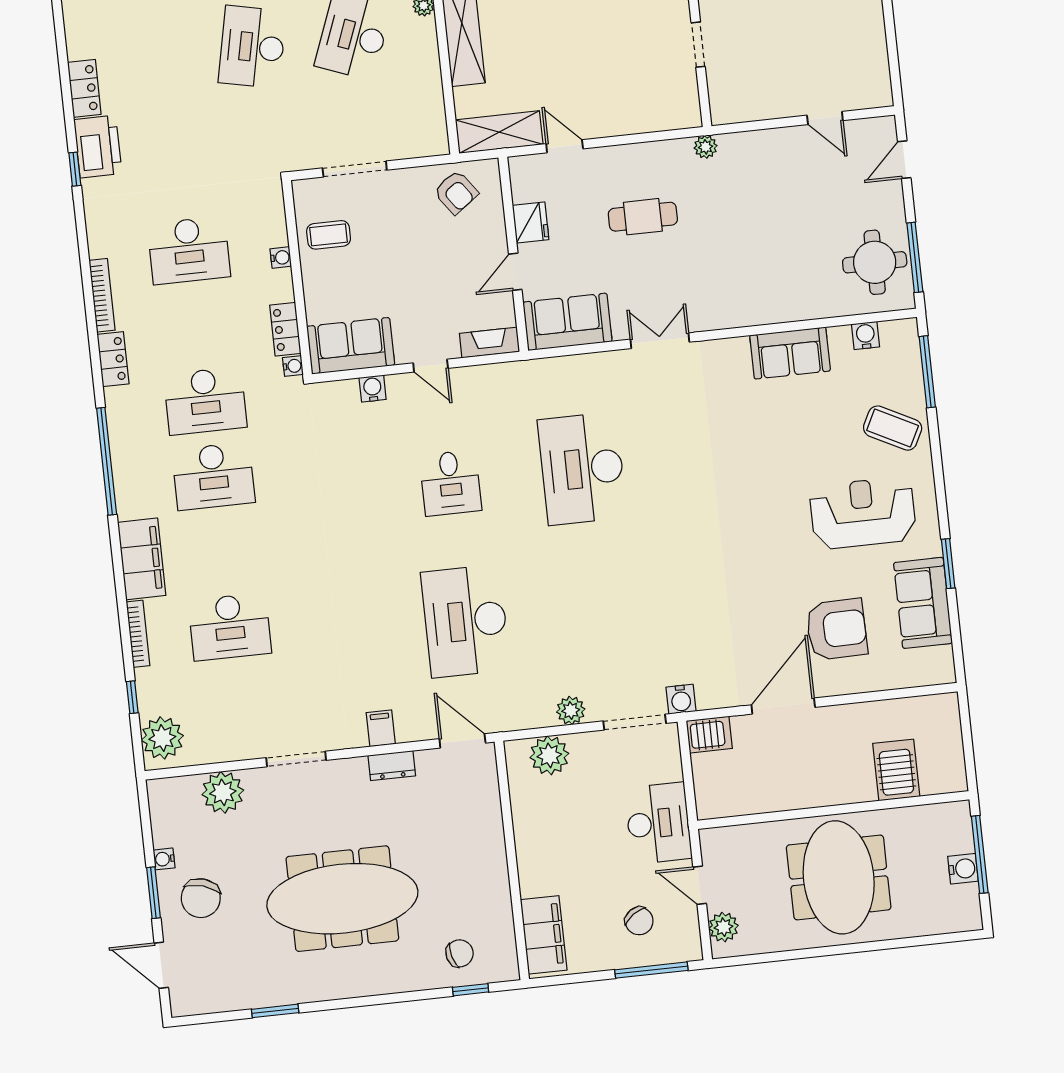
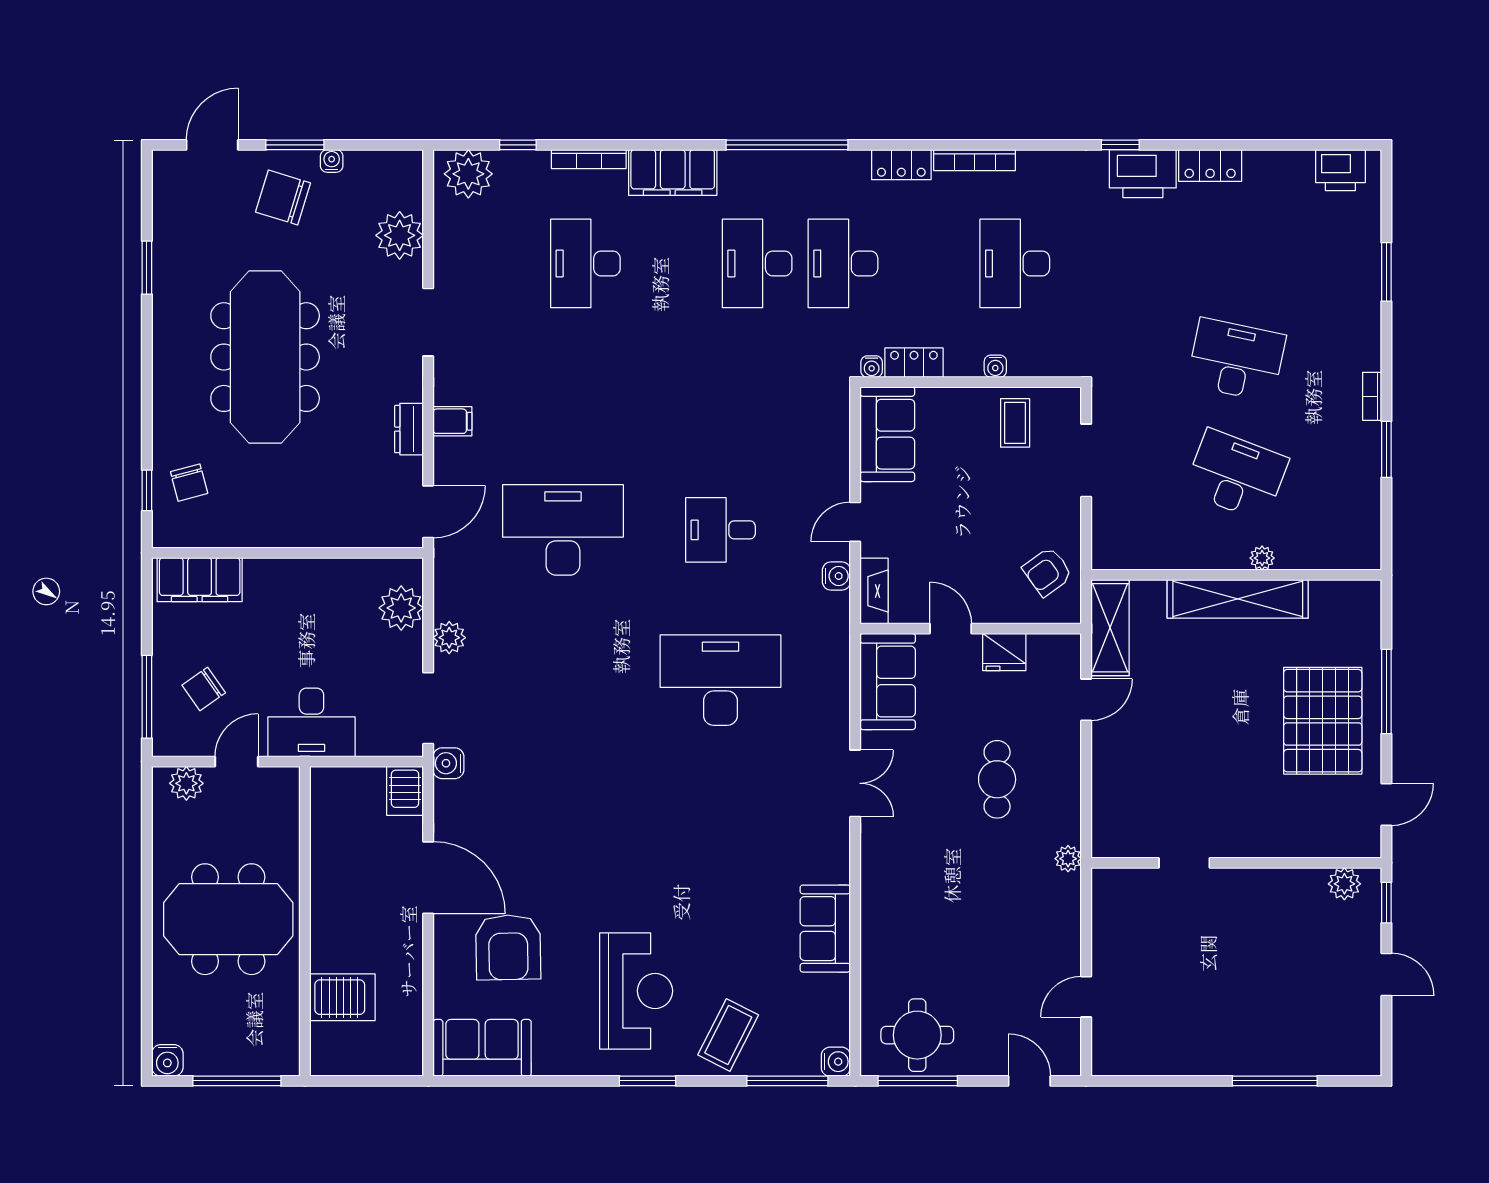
water cooler: (866, 335) -> (836, 1062), moved
water cooler: (373, 389) -> (836, 576), moved
window: (948, 564) -> (648, 1081), moved
sofa: (923, 603) -> (482, 1048), moved
water cooler: (963, 869) -> (167, 1060), moved

